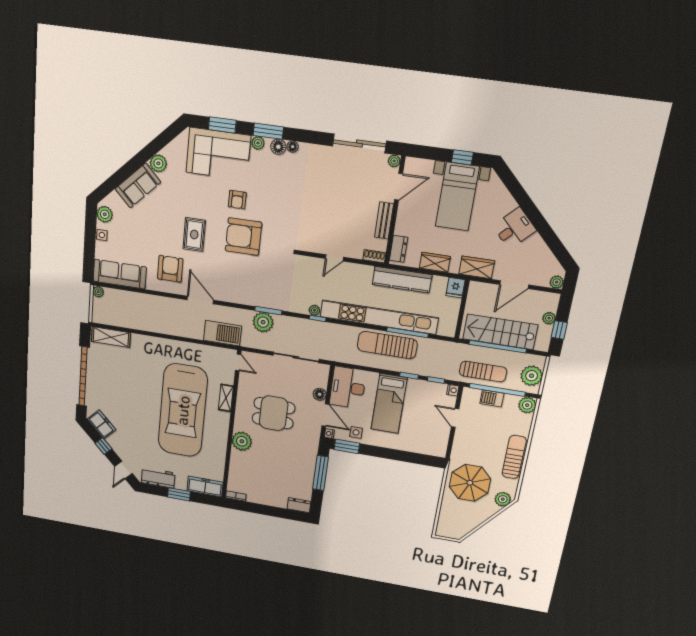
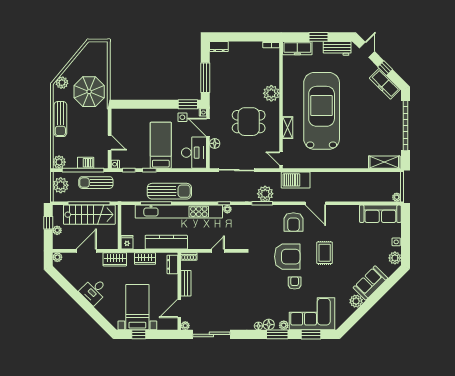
armchair: (170, 269) -> (293, 222), moved
freezer: (102, 424) -> (385, 84), width x1.40

